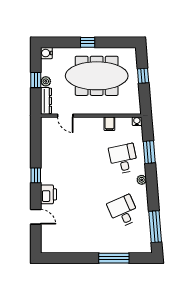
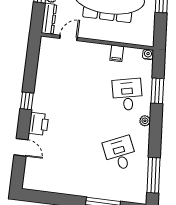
door: (65, 116) -> (68, 38), swing flipped

